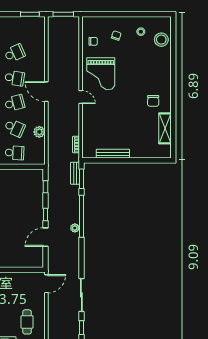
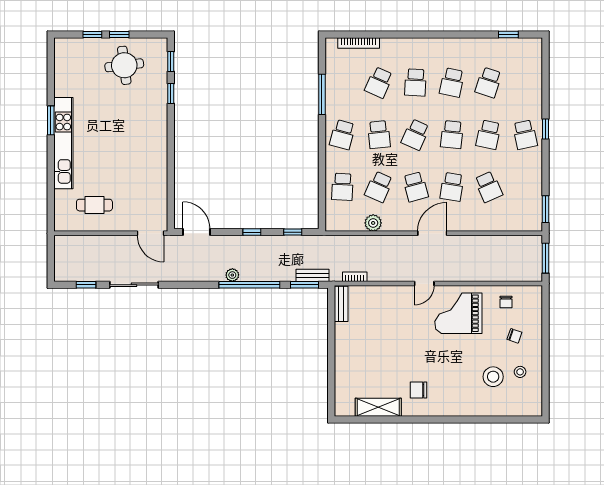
stool: (161, 40) -> (493, 377), moved
bench: (113, 154) -> (341, 304), moved, width x0.73
door: (46, 237) -> (196, 232), moved

